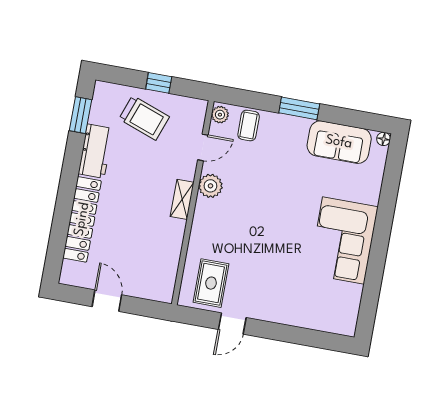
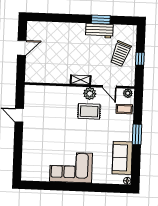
window: (80, 115) -> (101, 20), moved
locker: (82, 219) -> (63, 29), removed
rug: (211, 283) -> (89, 111), moved

